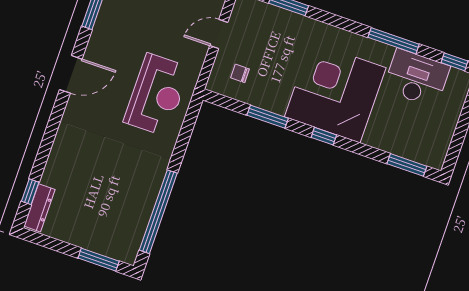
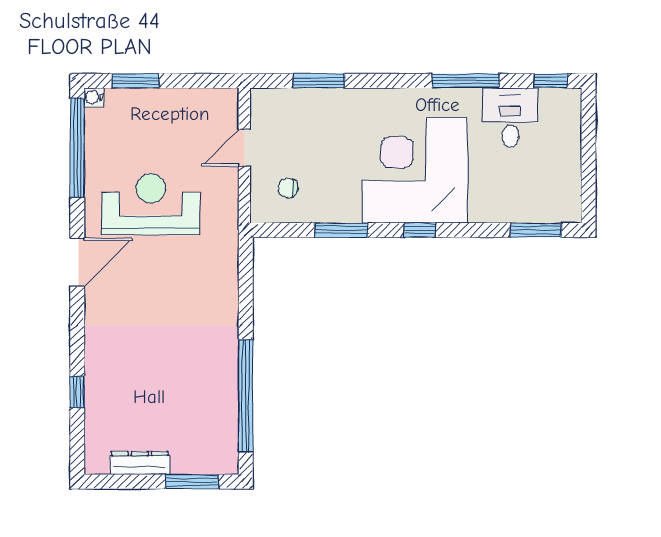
desk: (416, 78) -> (510, 118), width x0.73
reception desk: (157, 95) -> (151, 204), moved, turned -90
window: (30, 192) -> (77, 392), moved
dresser: (39, 208) -> (140, 463), moved, turned -90

